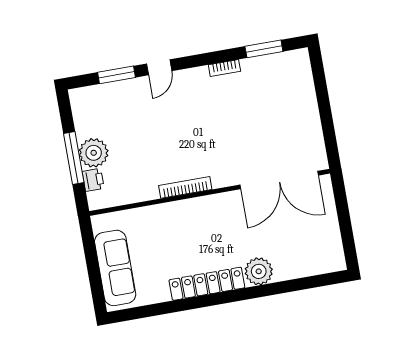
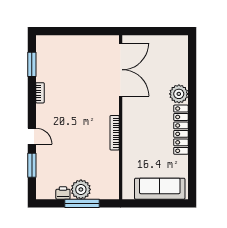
printer: (93, 180) -> (63, 193), moved

